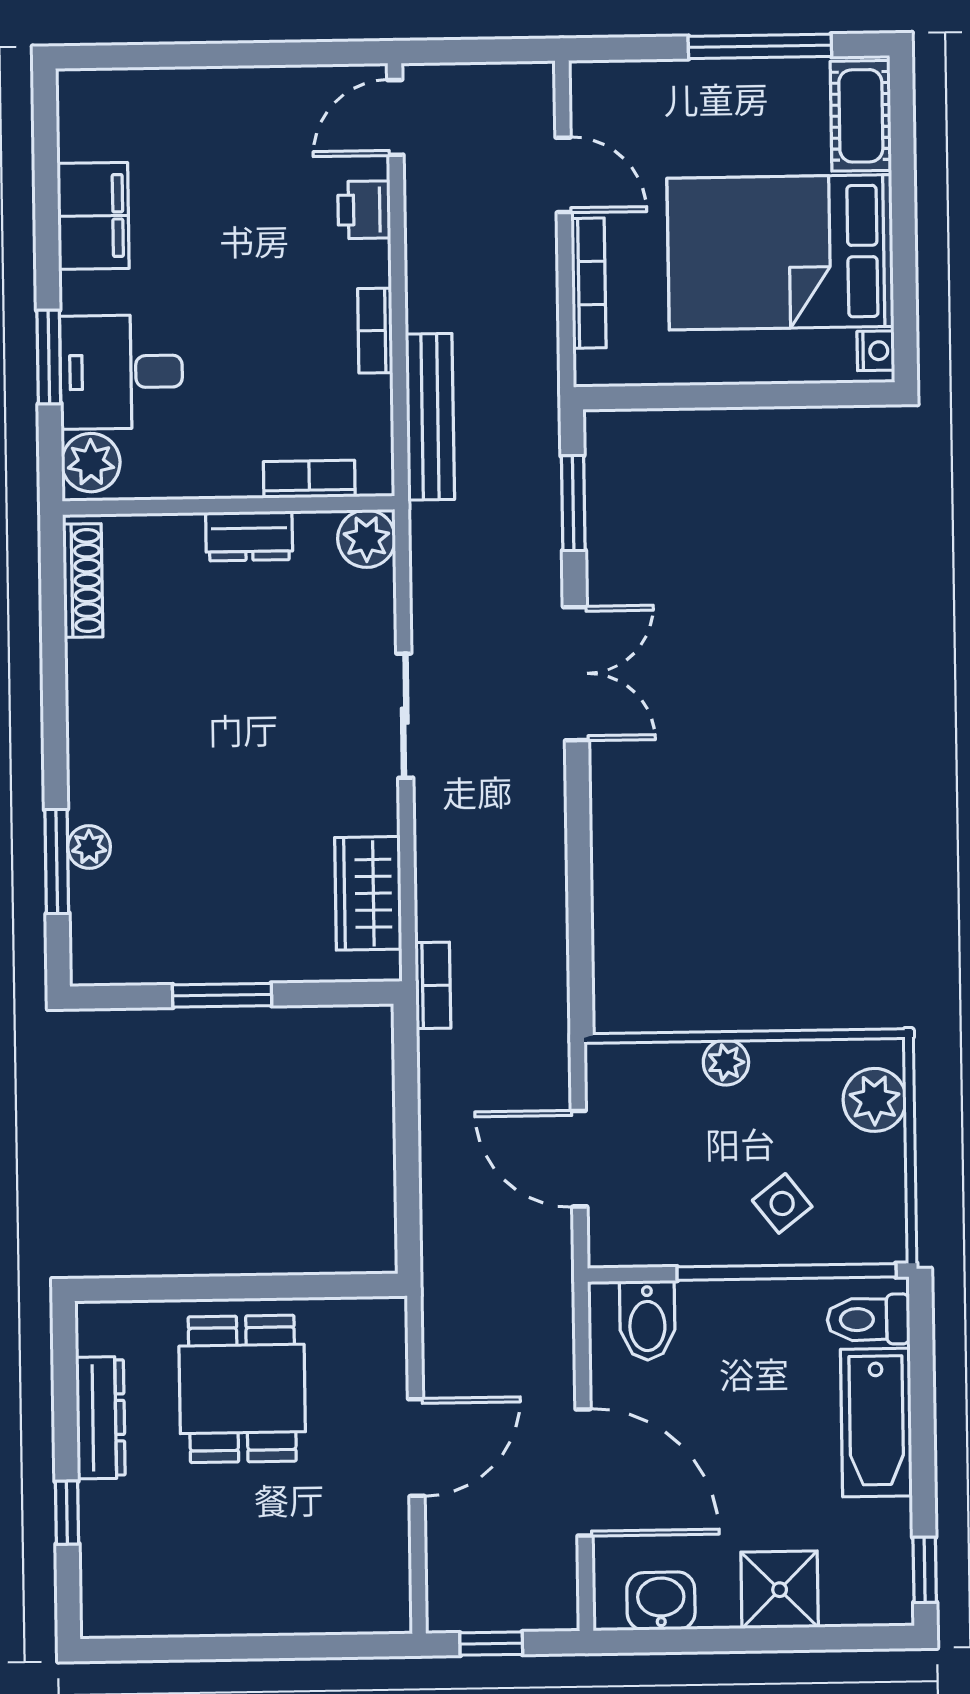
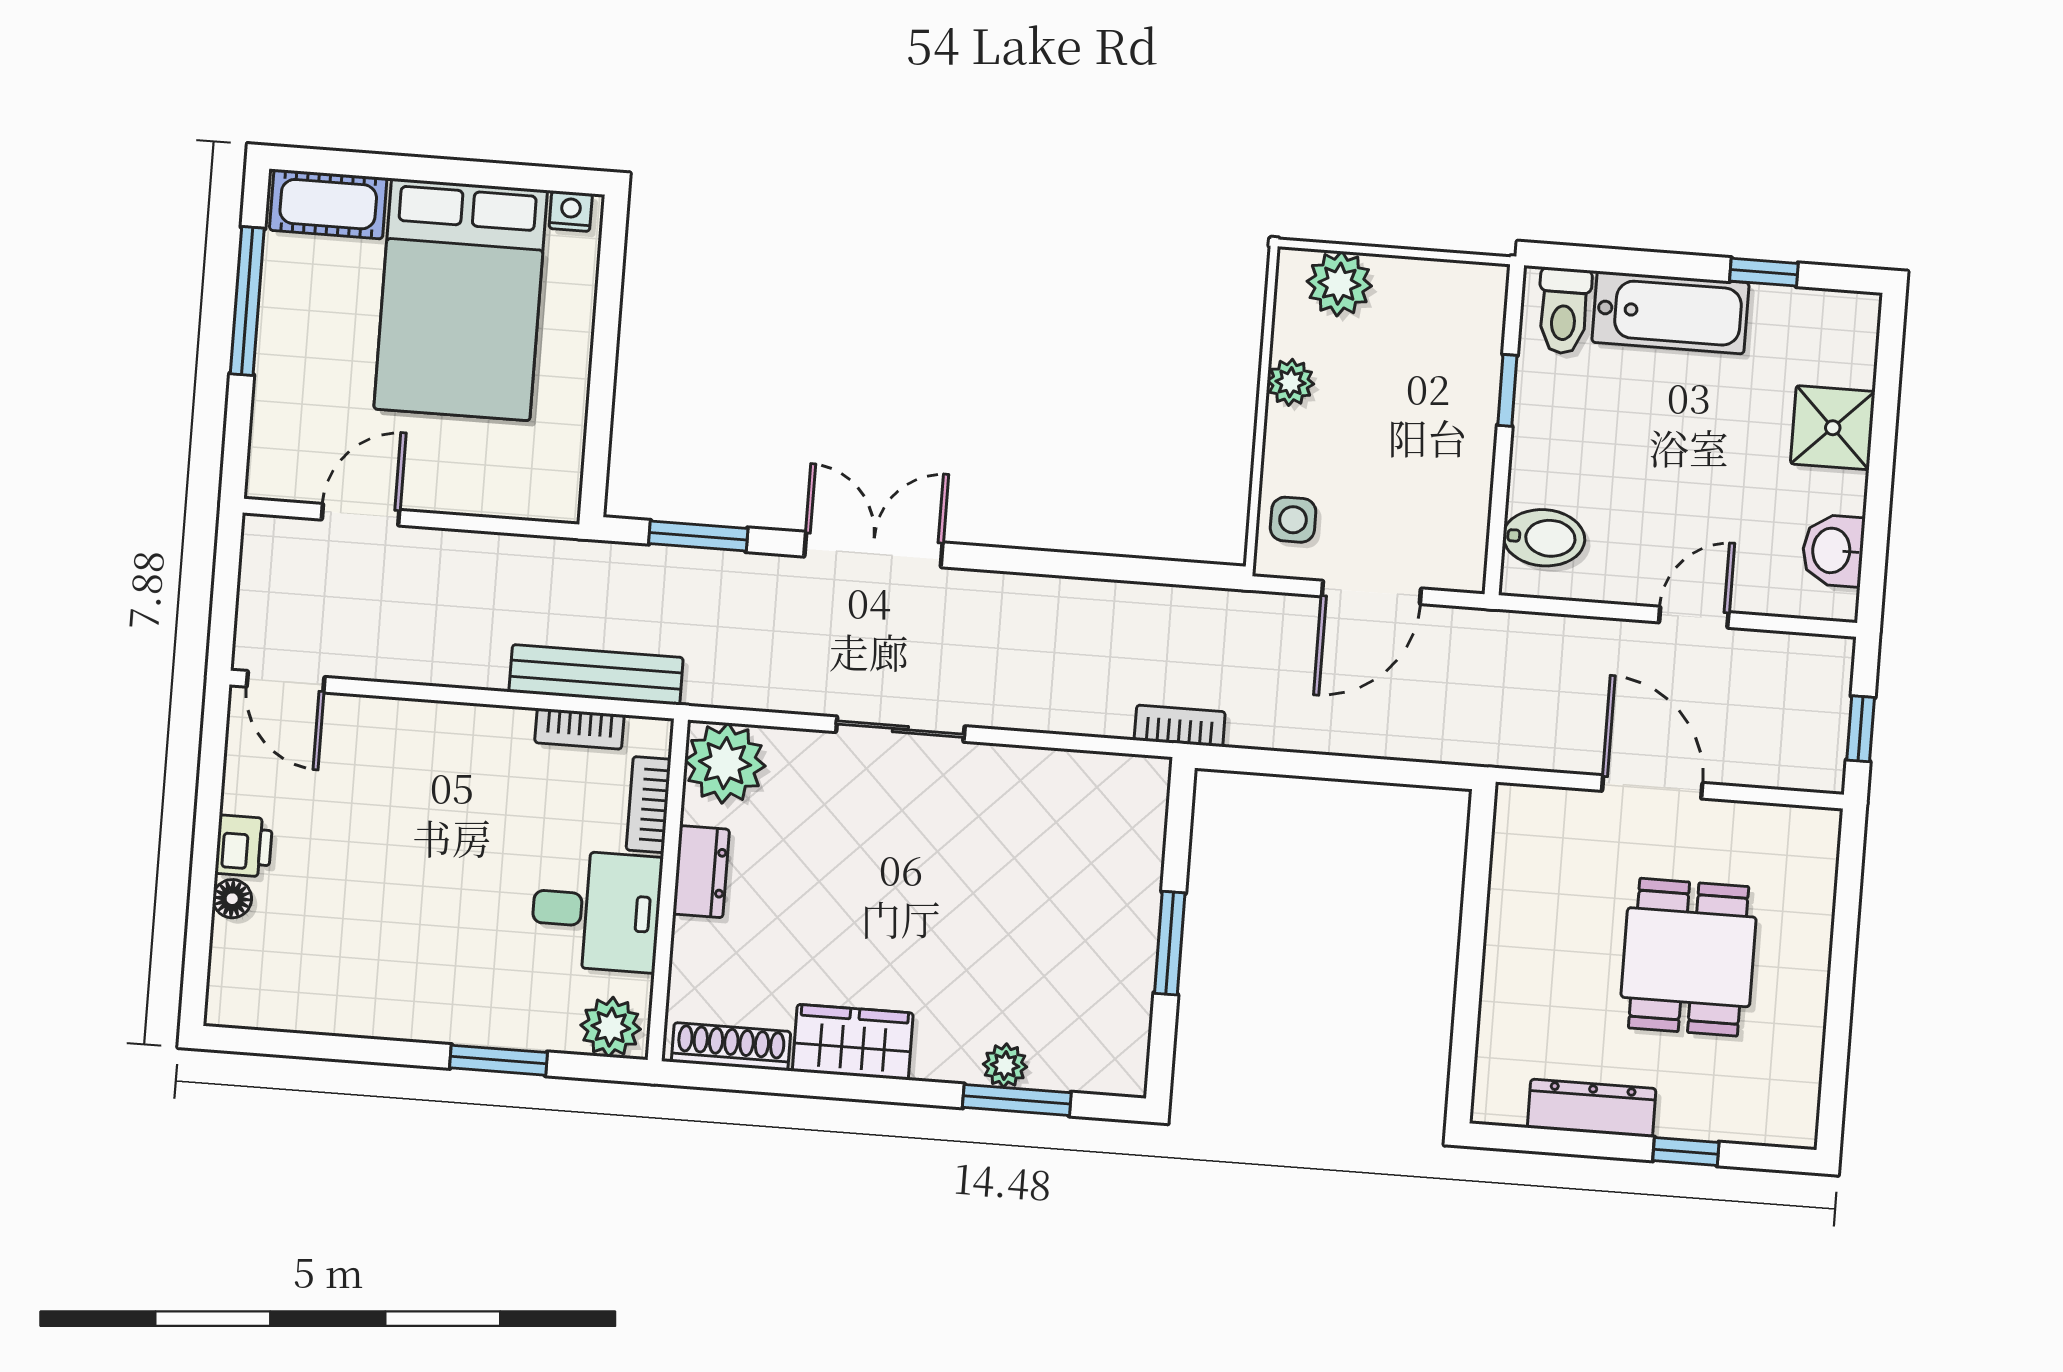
floor lamp: (181, 85) -> (232, 899), added
printer: (364, 210) -> (244, 846), moved, turned -90
filing cabinet: (93, 216) -> (358, 1001), removed
bookcase: (589, 283) -> (474, 499), removed
bookcase: (375, 331) -> (579, 729), moved
desk: (121, 372) -> (596, 911), moved, turned -90
plant: (366, 539) -> (725, 763), width x1.36, depth x1.36
wardrobe: (368, 893) -> (853, 1042), moved, turned 180
plant: (726, 1062) -> (1290, 382), moved
side table: (782, 1203) -> (1293, 520), moved, turned 38
window: (787, 1272) -> (1507, 390), width x0.32
dining table: (242, 1389) -> (1689, 957), moved, turned 90
door: (584, 1472) -> (1694, 617), width x0.53
window: (925, 1570) -> (1764, 272), moved

